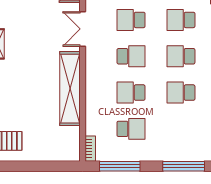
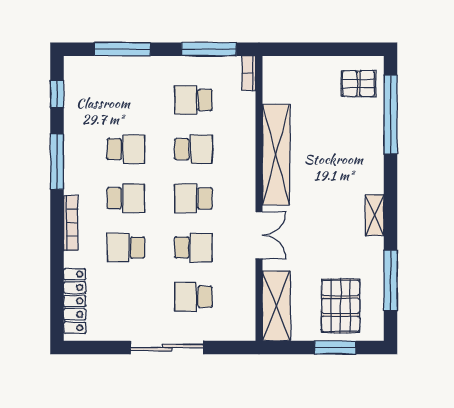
school desk: (181, 20) -> (126, 248), turned 180

